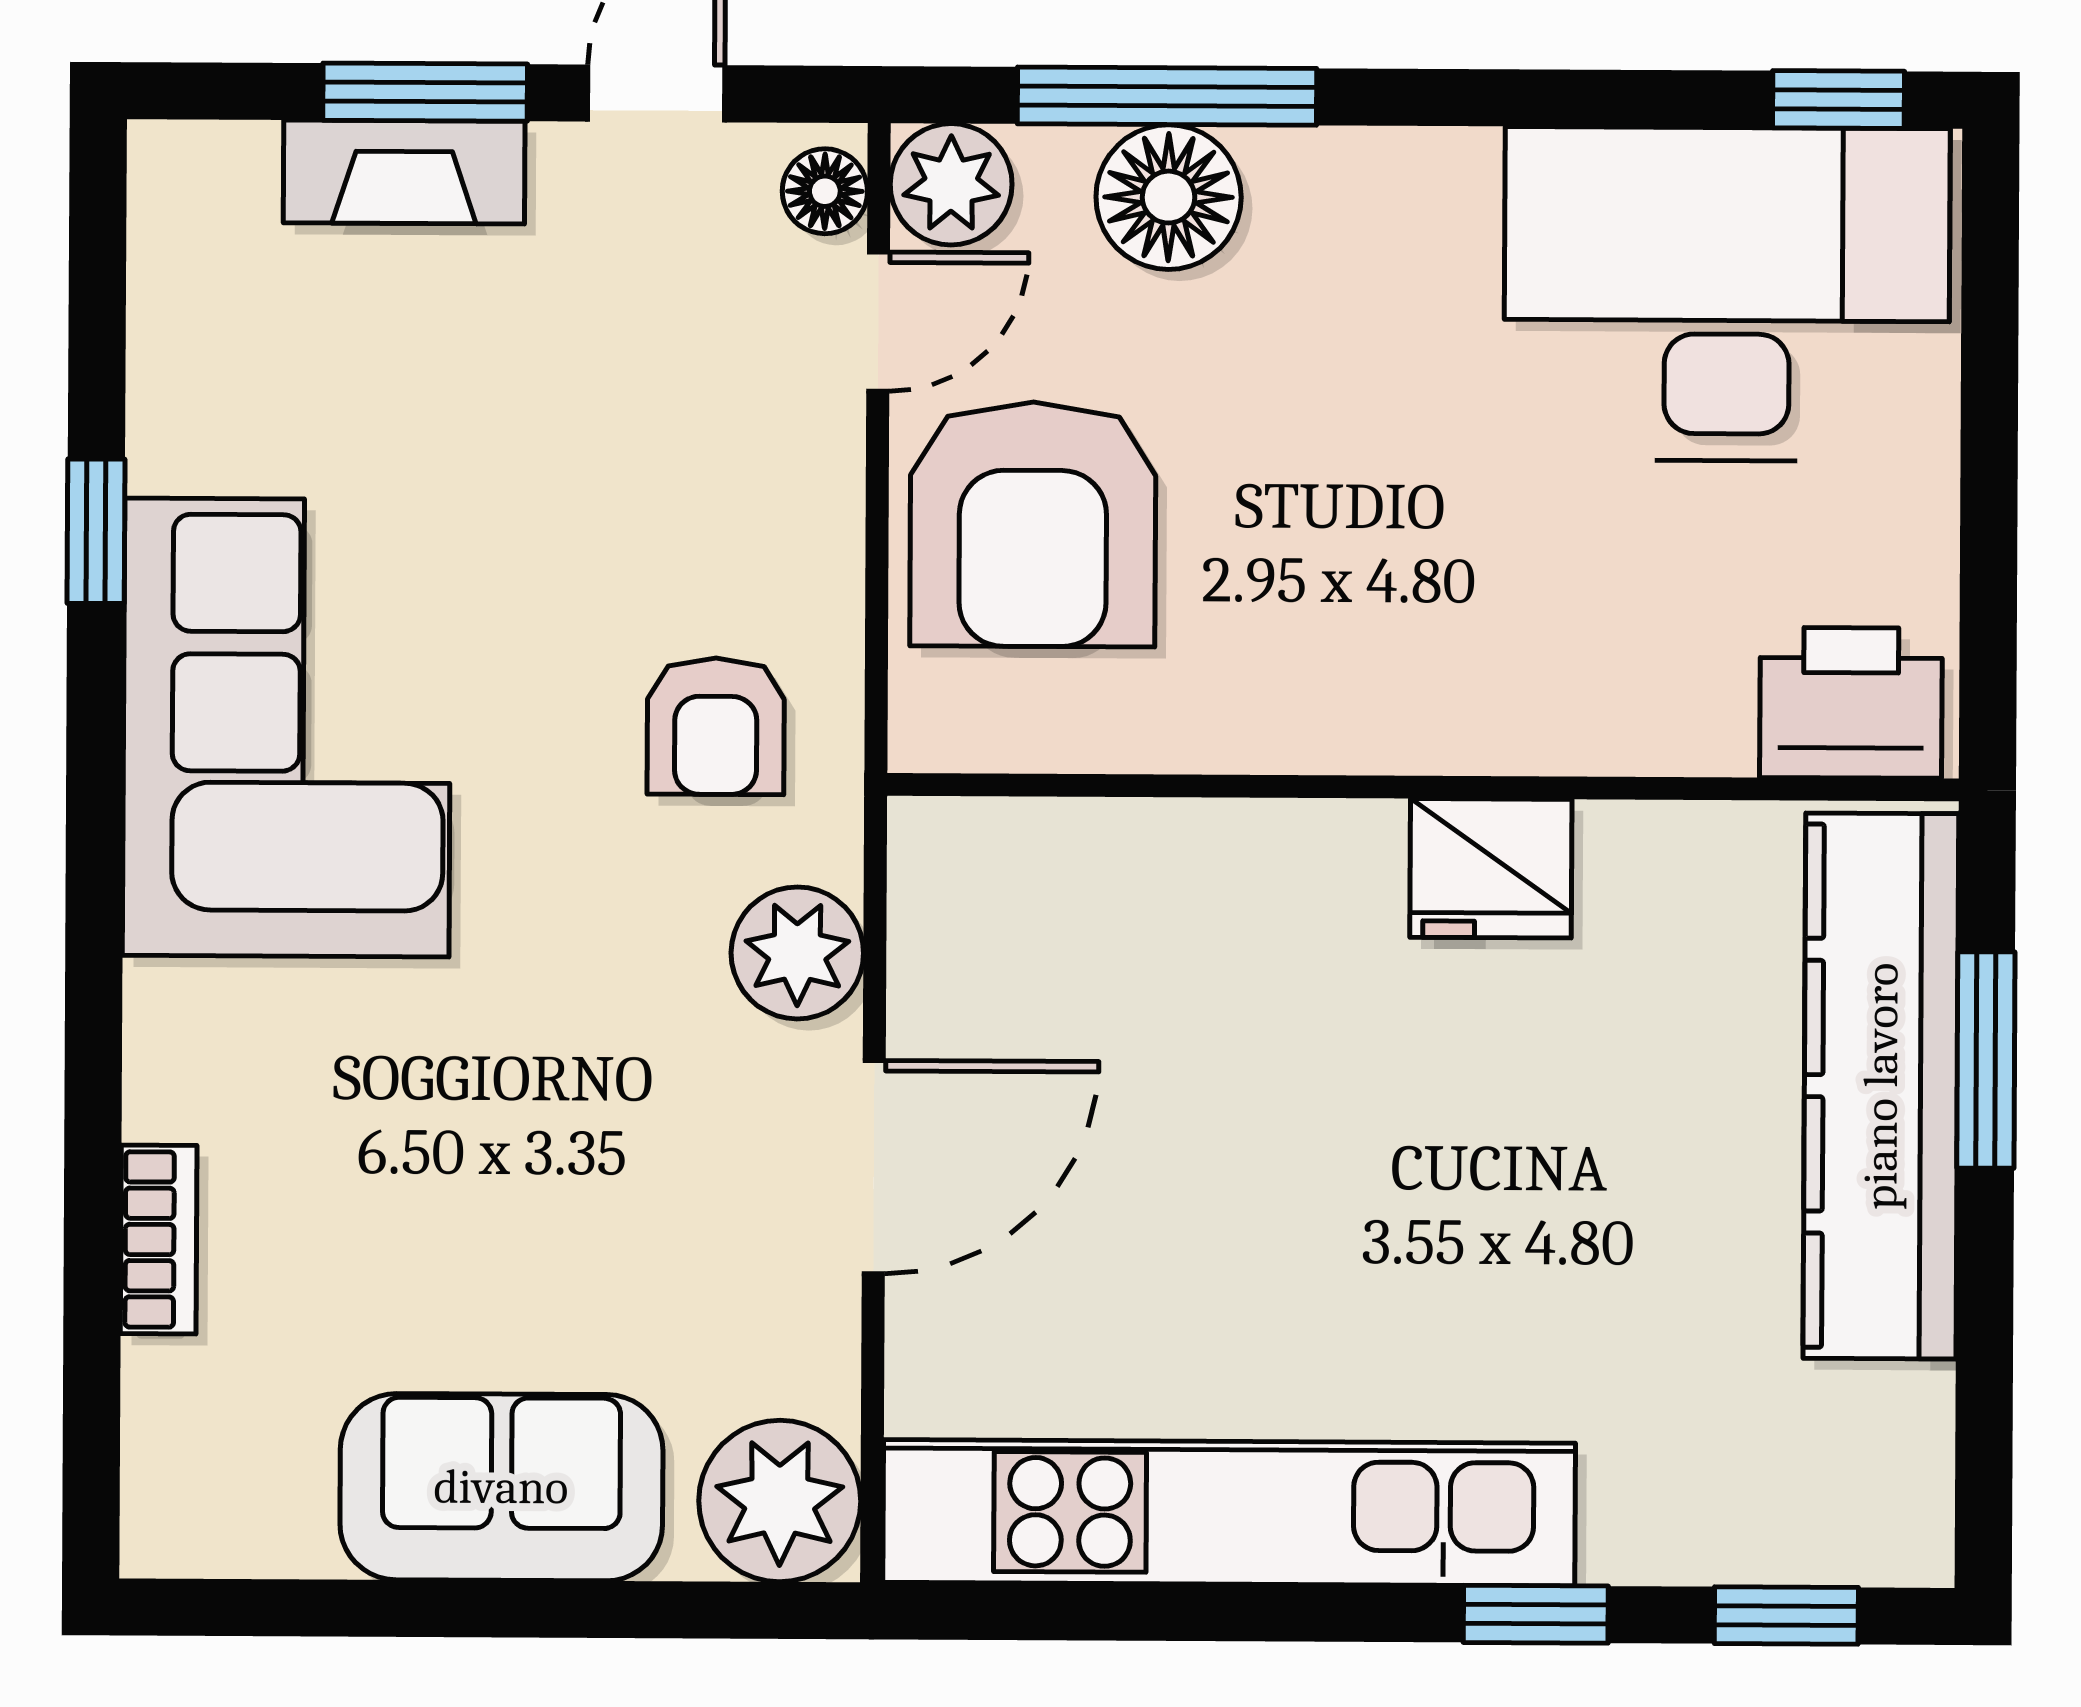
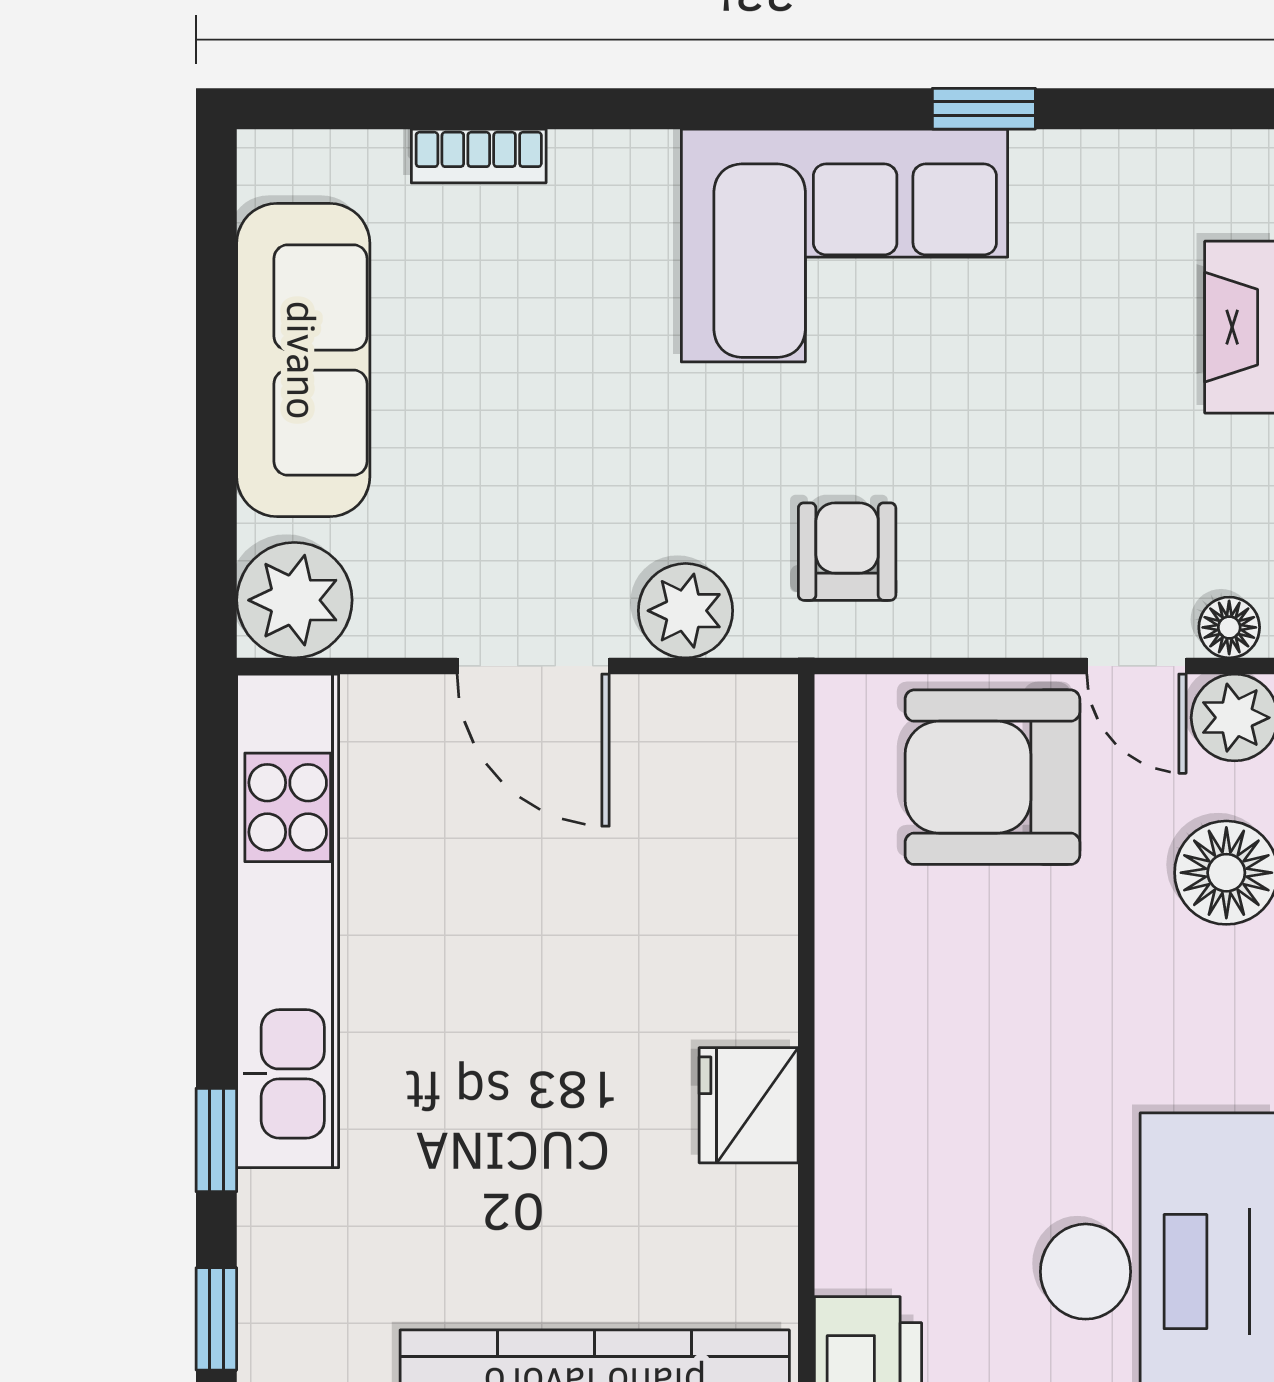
armchair: (716, 726) -> (847, 552), turned 90
sofa: (501, 1487) -> (303, 360), width x1.36

